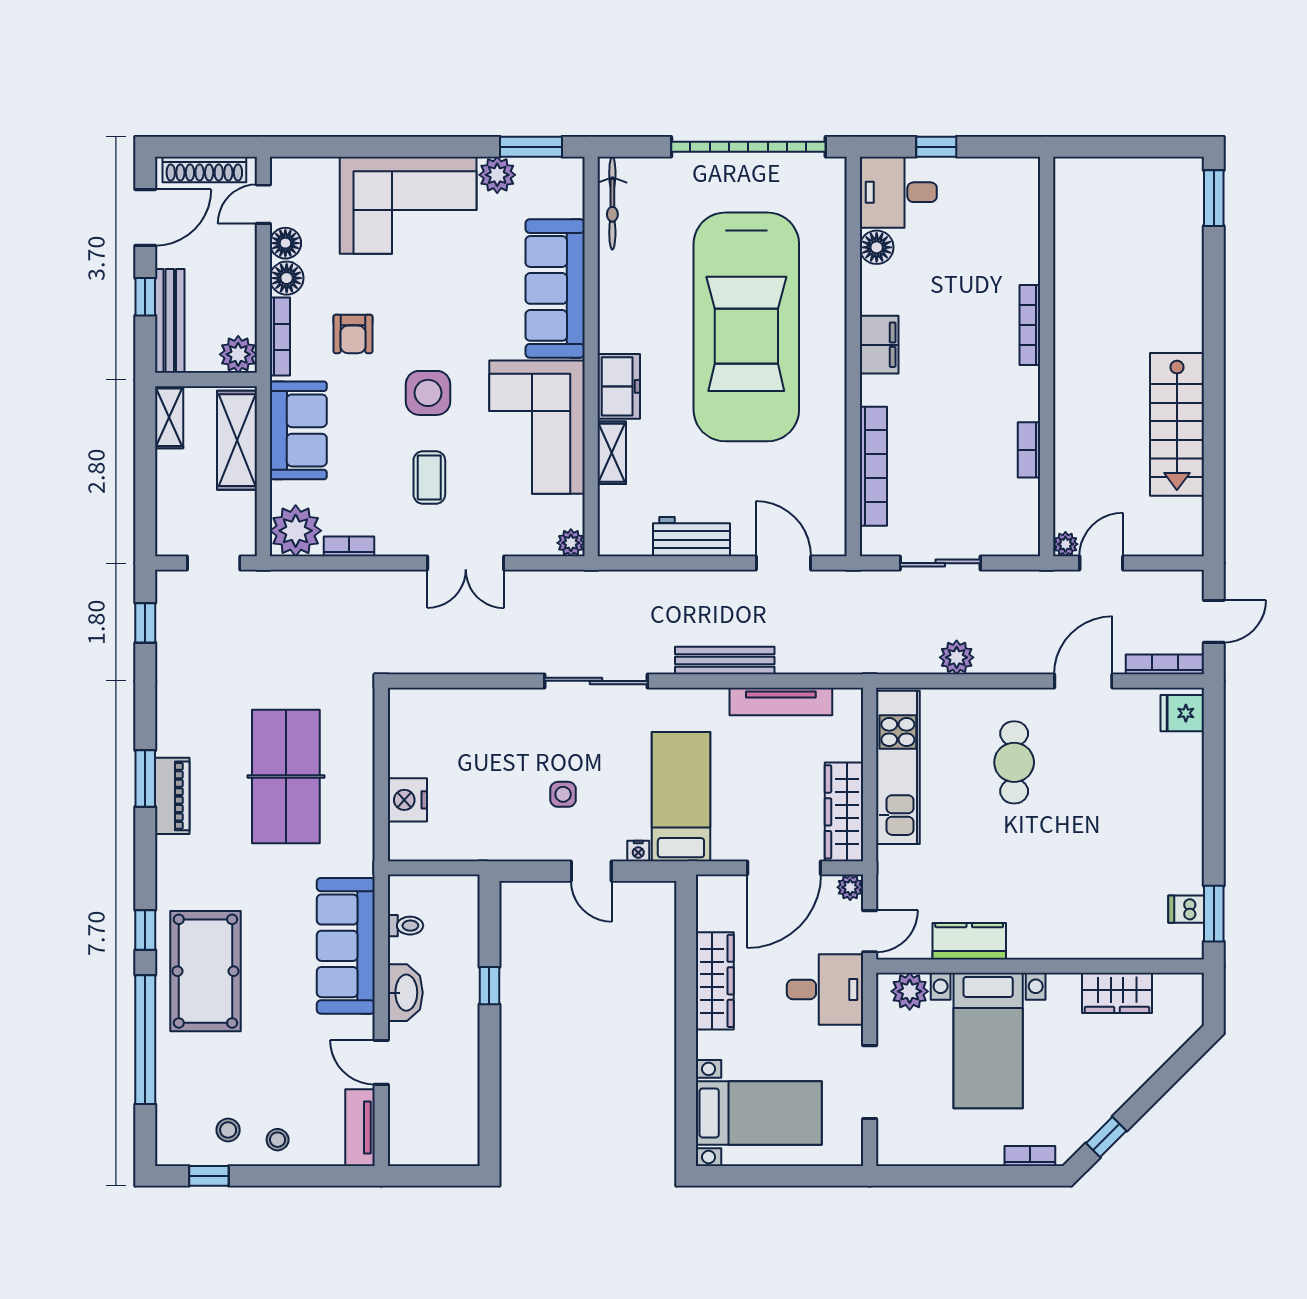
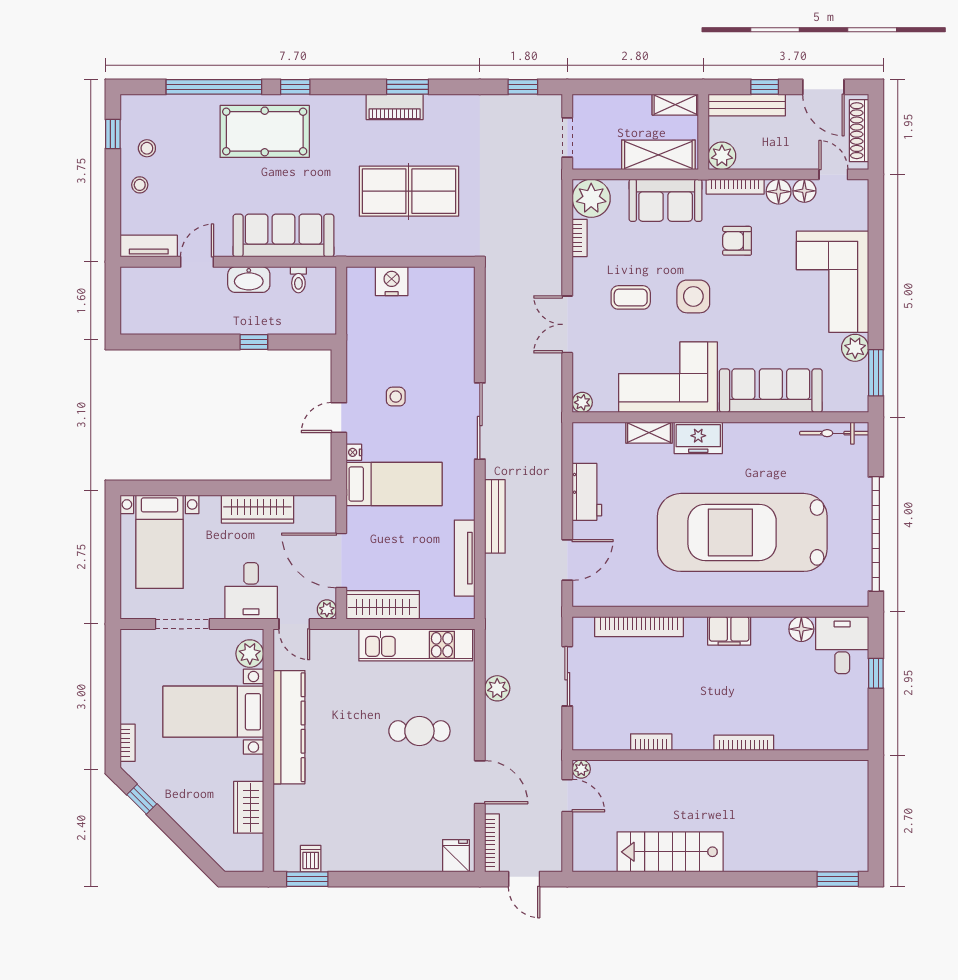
kitchen counter: (969, 941) -> (289, 727), width x2.08, depth x1.17

